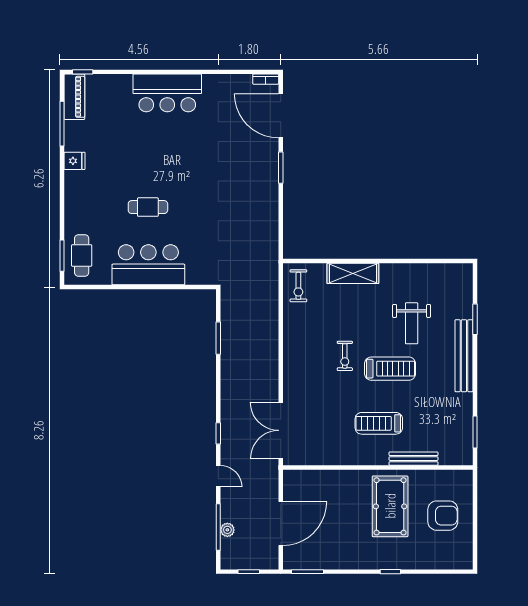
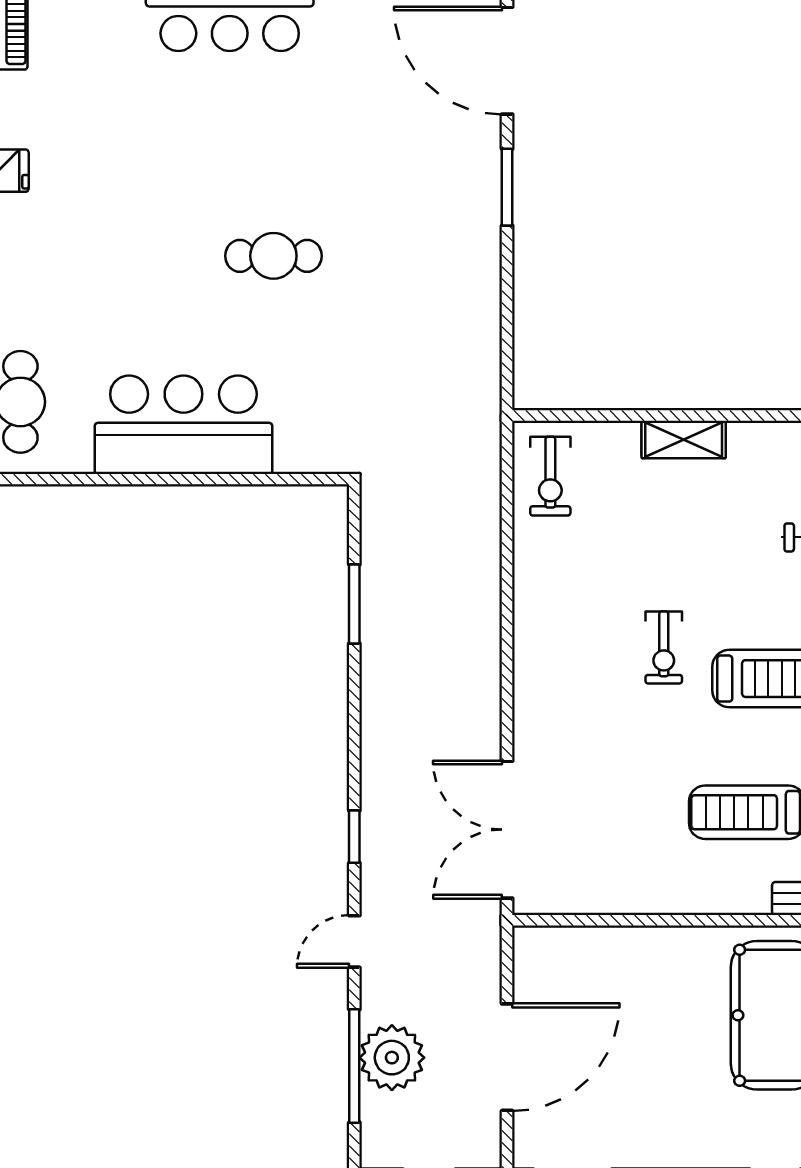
cafe table: (148, 207) -> (273, 256), moved
shelving: (353, 273) -> (684, 439), width x0.67, depth x0.75
door: (218, 476) -> (354, 941), swing flipped
plant: (227, 530) -> (392, 1058), width x1.88, depth x1.88

